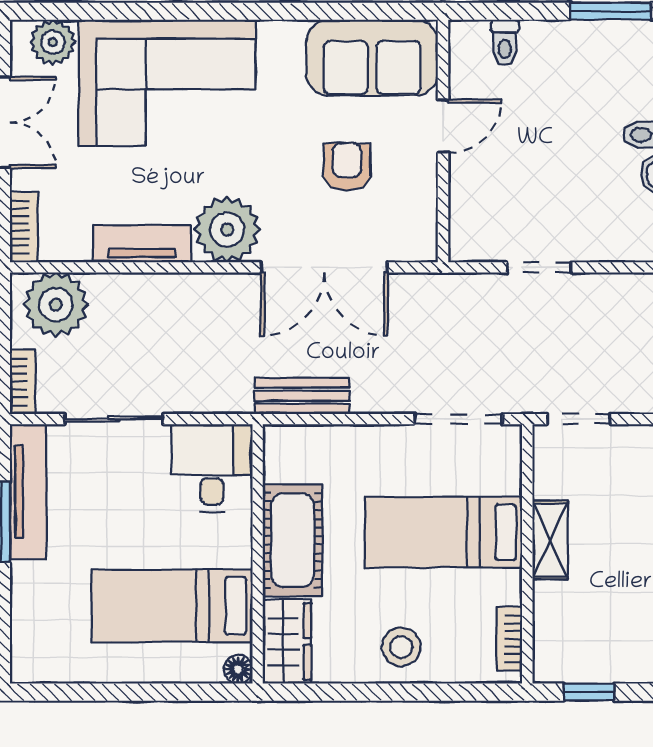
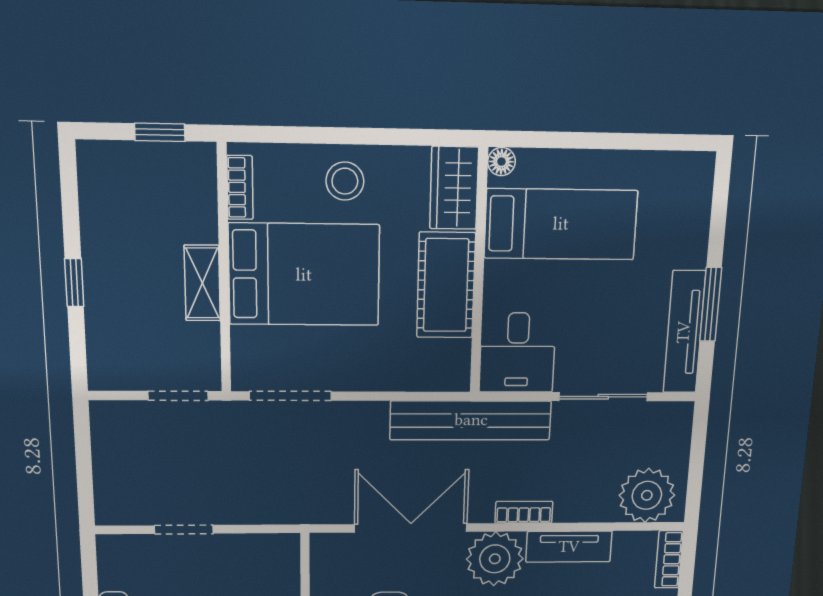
doorway: (539, 267) -> (184, 529), moved
bookcase: (23, 382) -> (524, 512), moved, turned 90
bench: (302, 396) -> (471, 420), width x1.86, depth x1.21
bed: (443, 532) -> (304, 275), width x1.50

